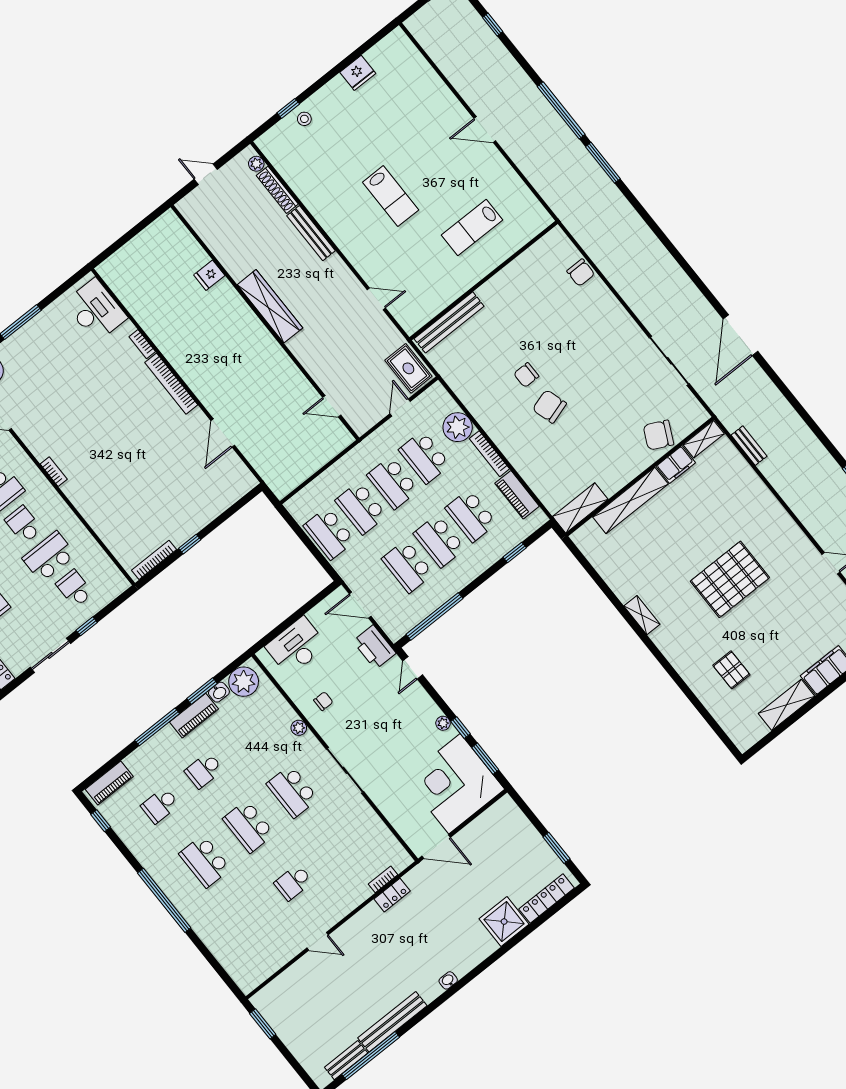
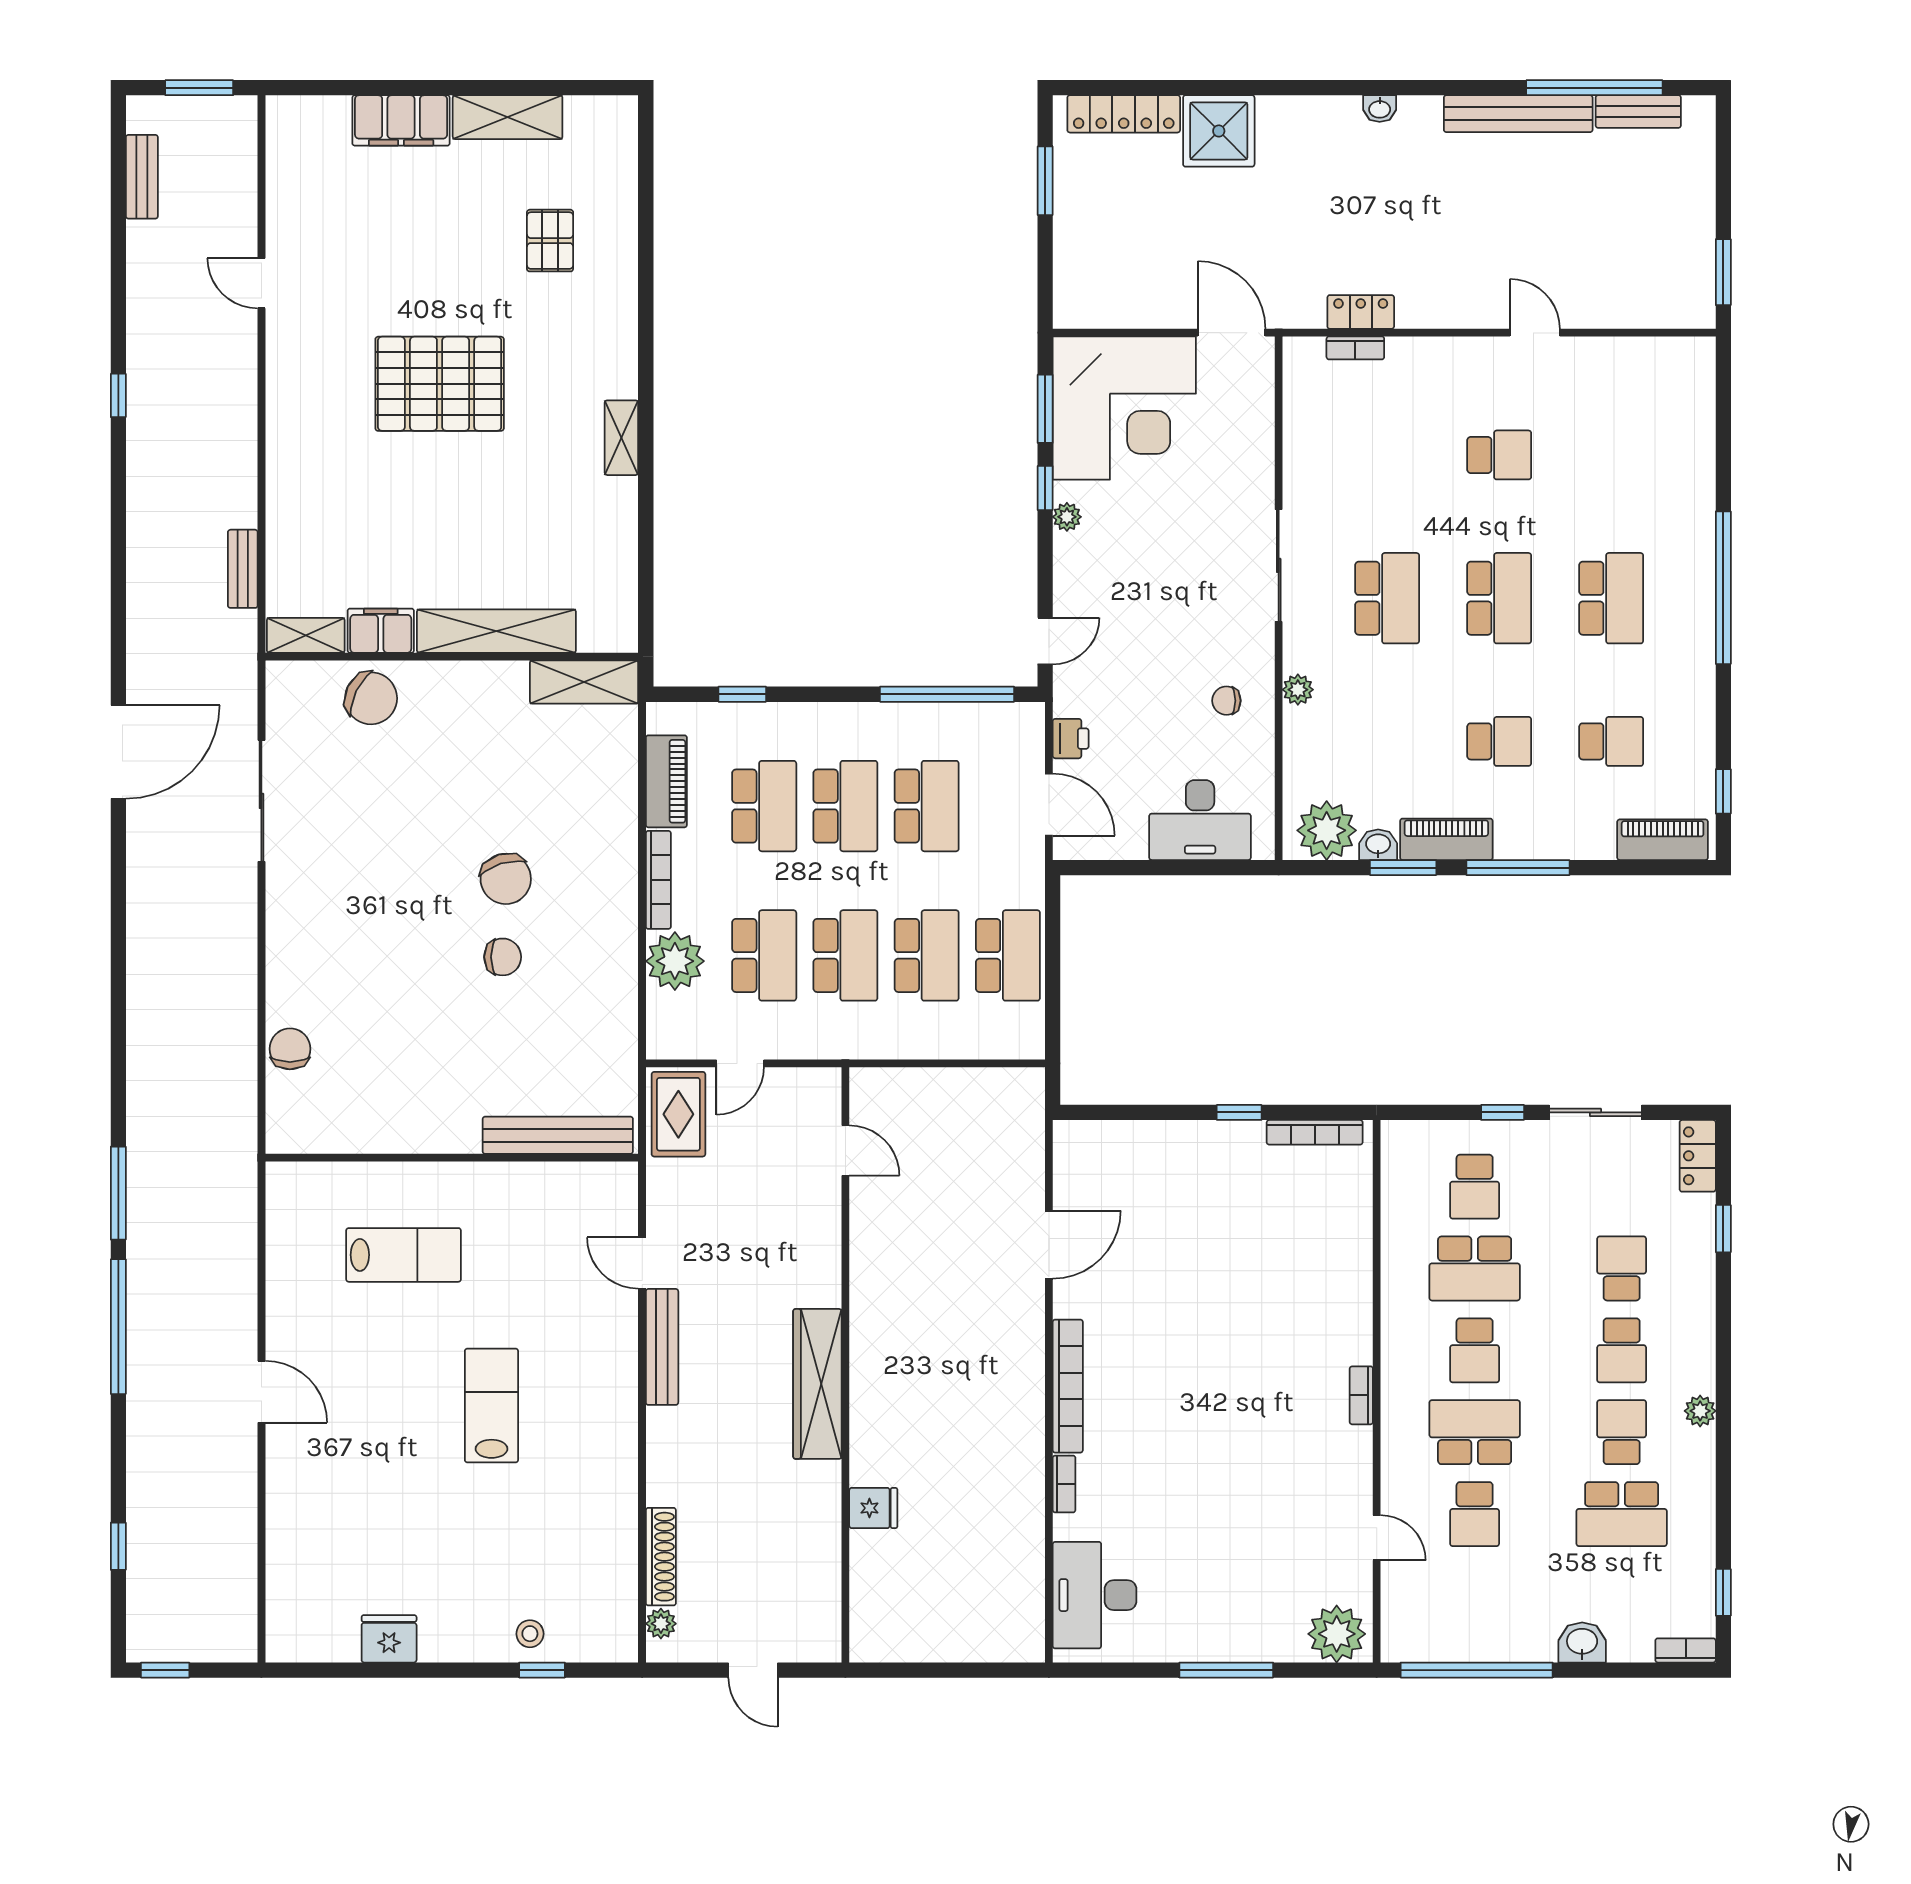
bench: (311, 233) -> (662, 1347), moved
printer: (374, 647) -> (1071, 739), width x0.53, depth x0.68

